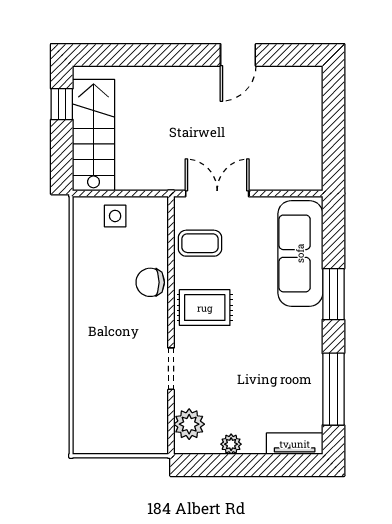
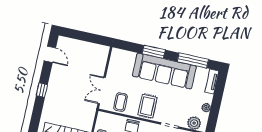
window: (187, 55) -> (42, 90), added
door: (238, 55) -> (50, 54), moved
sofa: (300, 253) -> (164, 71), moved, width x1.36, depth x1.27

